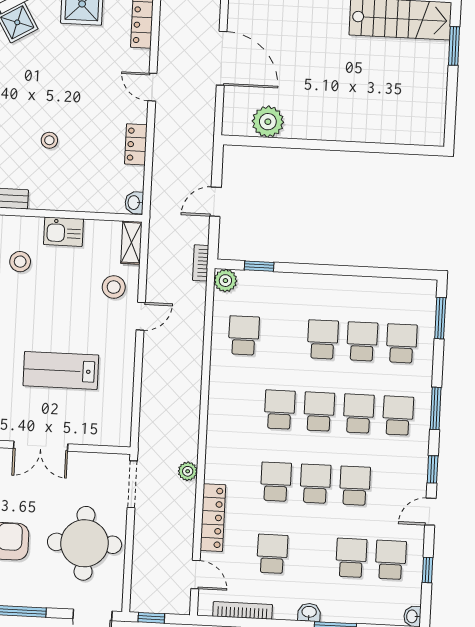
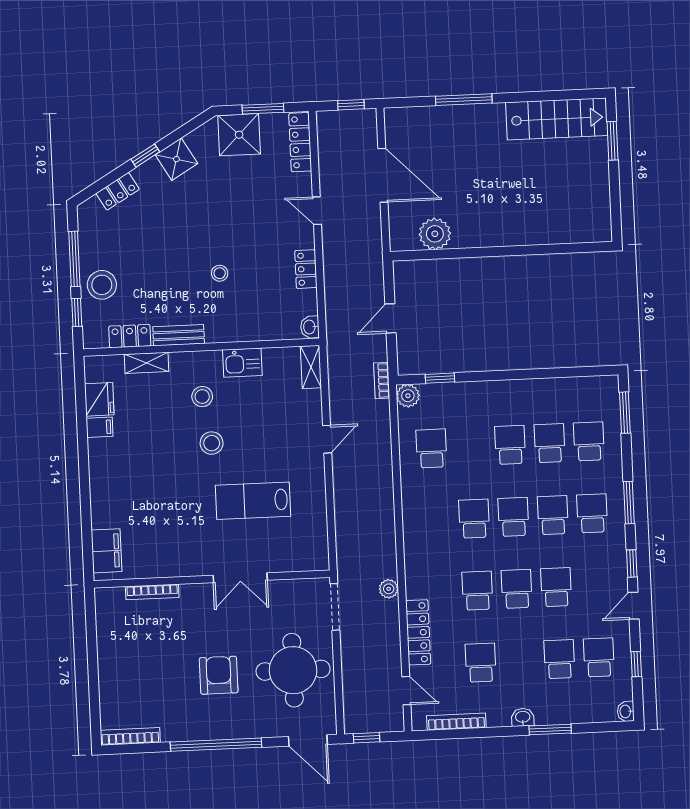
stool: (114, 287) -> (212, 443), moved

